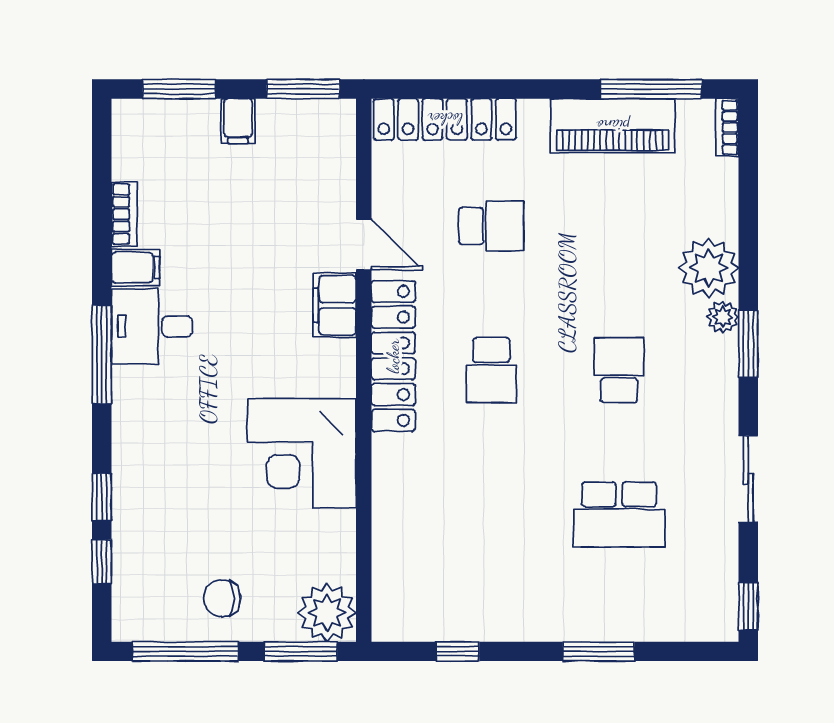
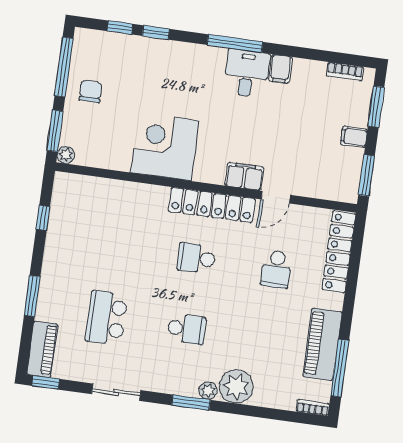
bookcase: (124, 214) -> (345, 71), moved
plant: (327, 613) -> (66, 155), width x0.53, depth x0.53
piano: (690, 620) -> (42, 349), added

